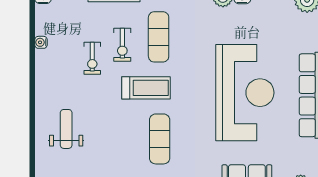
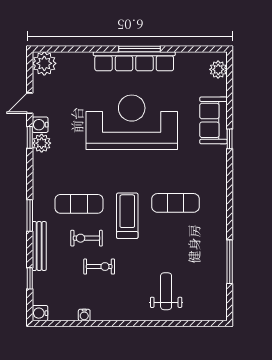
exercise bike: (122, 45) -> (86, 238), turned 180
weight bench: (66, 129) -> (166, 291), turned 90

